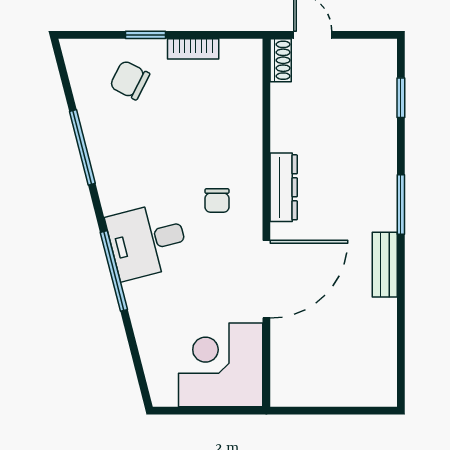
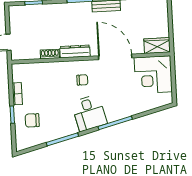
shoe rack: (281, 60) -> (50, 54), moved
chair: (130, 80) -> (32, 120), turned 63
desk: (147, 241) -> (89, 113), moved
wardrobe: (287, 377) -> (157, 46), added

